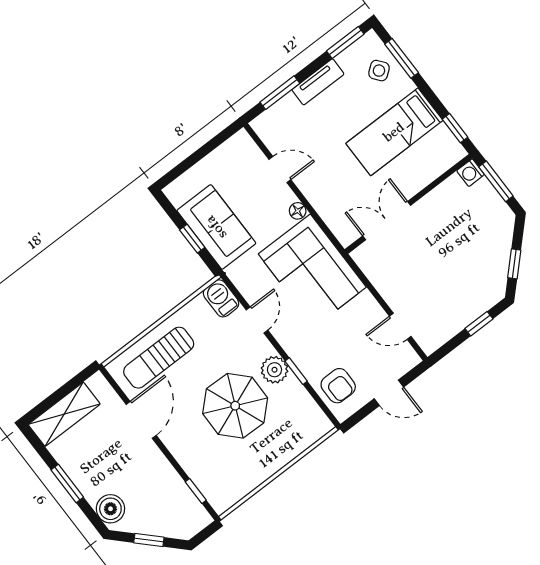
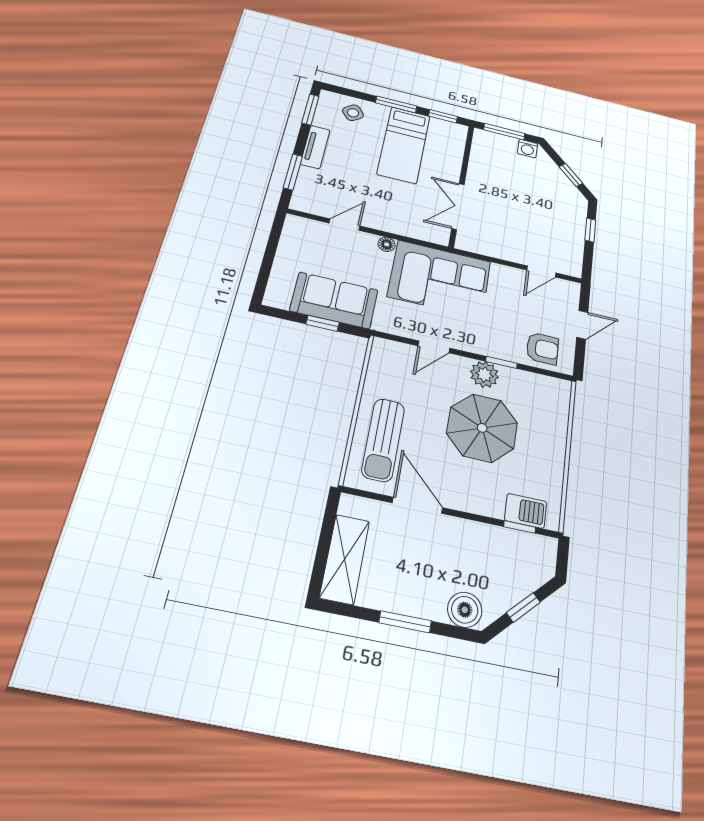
window: (402, 58) -> (396, 104), moved
washing machine: (470, 173) -> (527, 148), moved
barbecue: (221, 298) -> (526, 511), moved, turned 180
door: (257, 320) -> (434, 347), swing flipped

